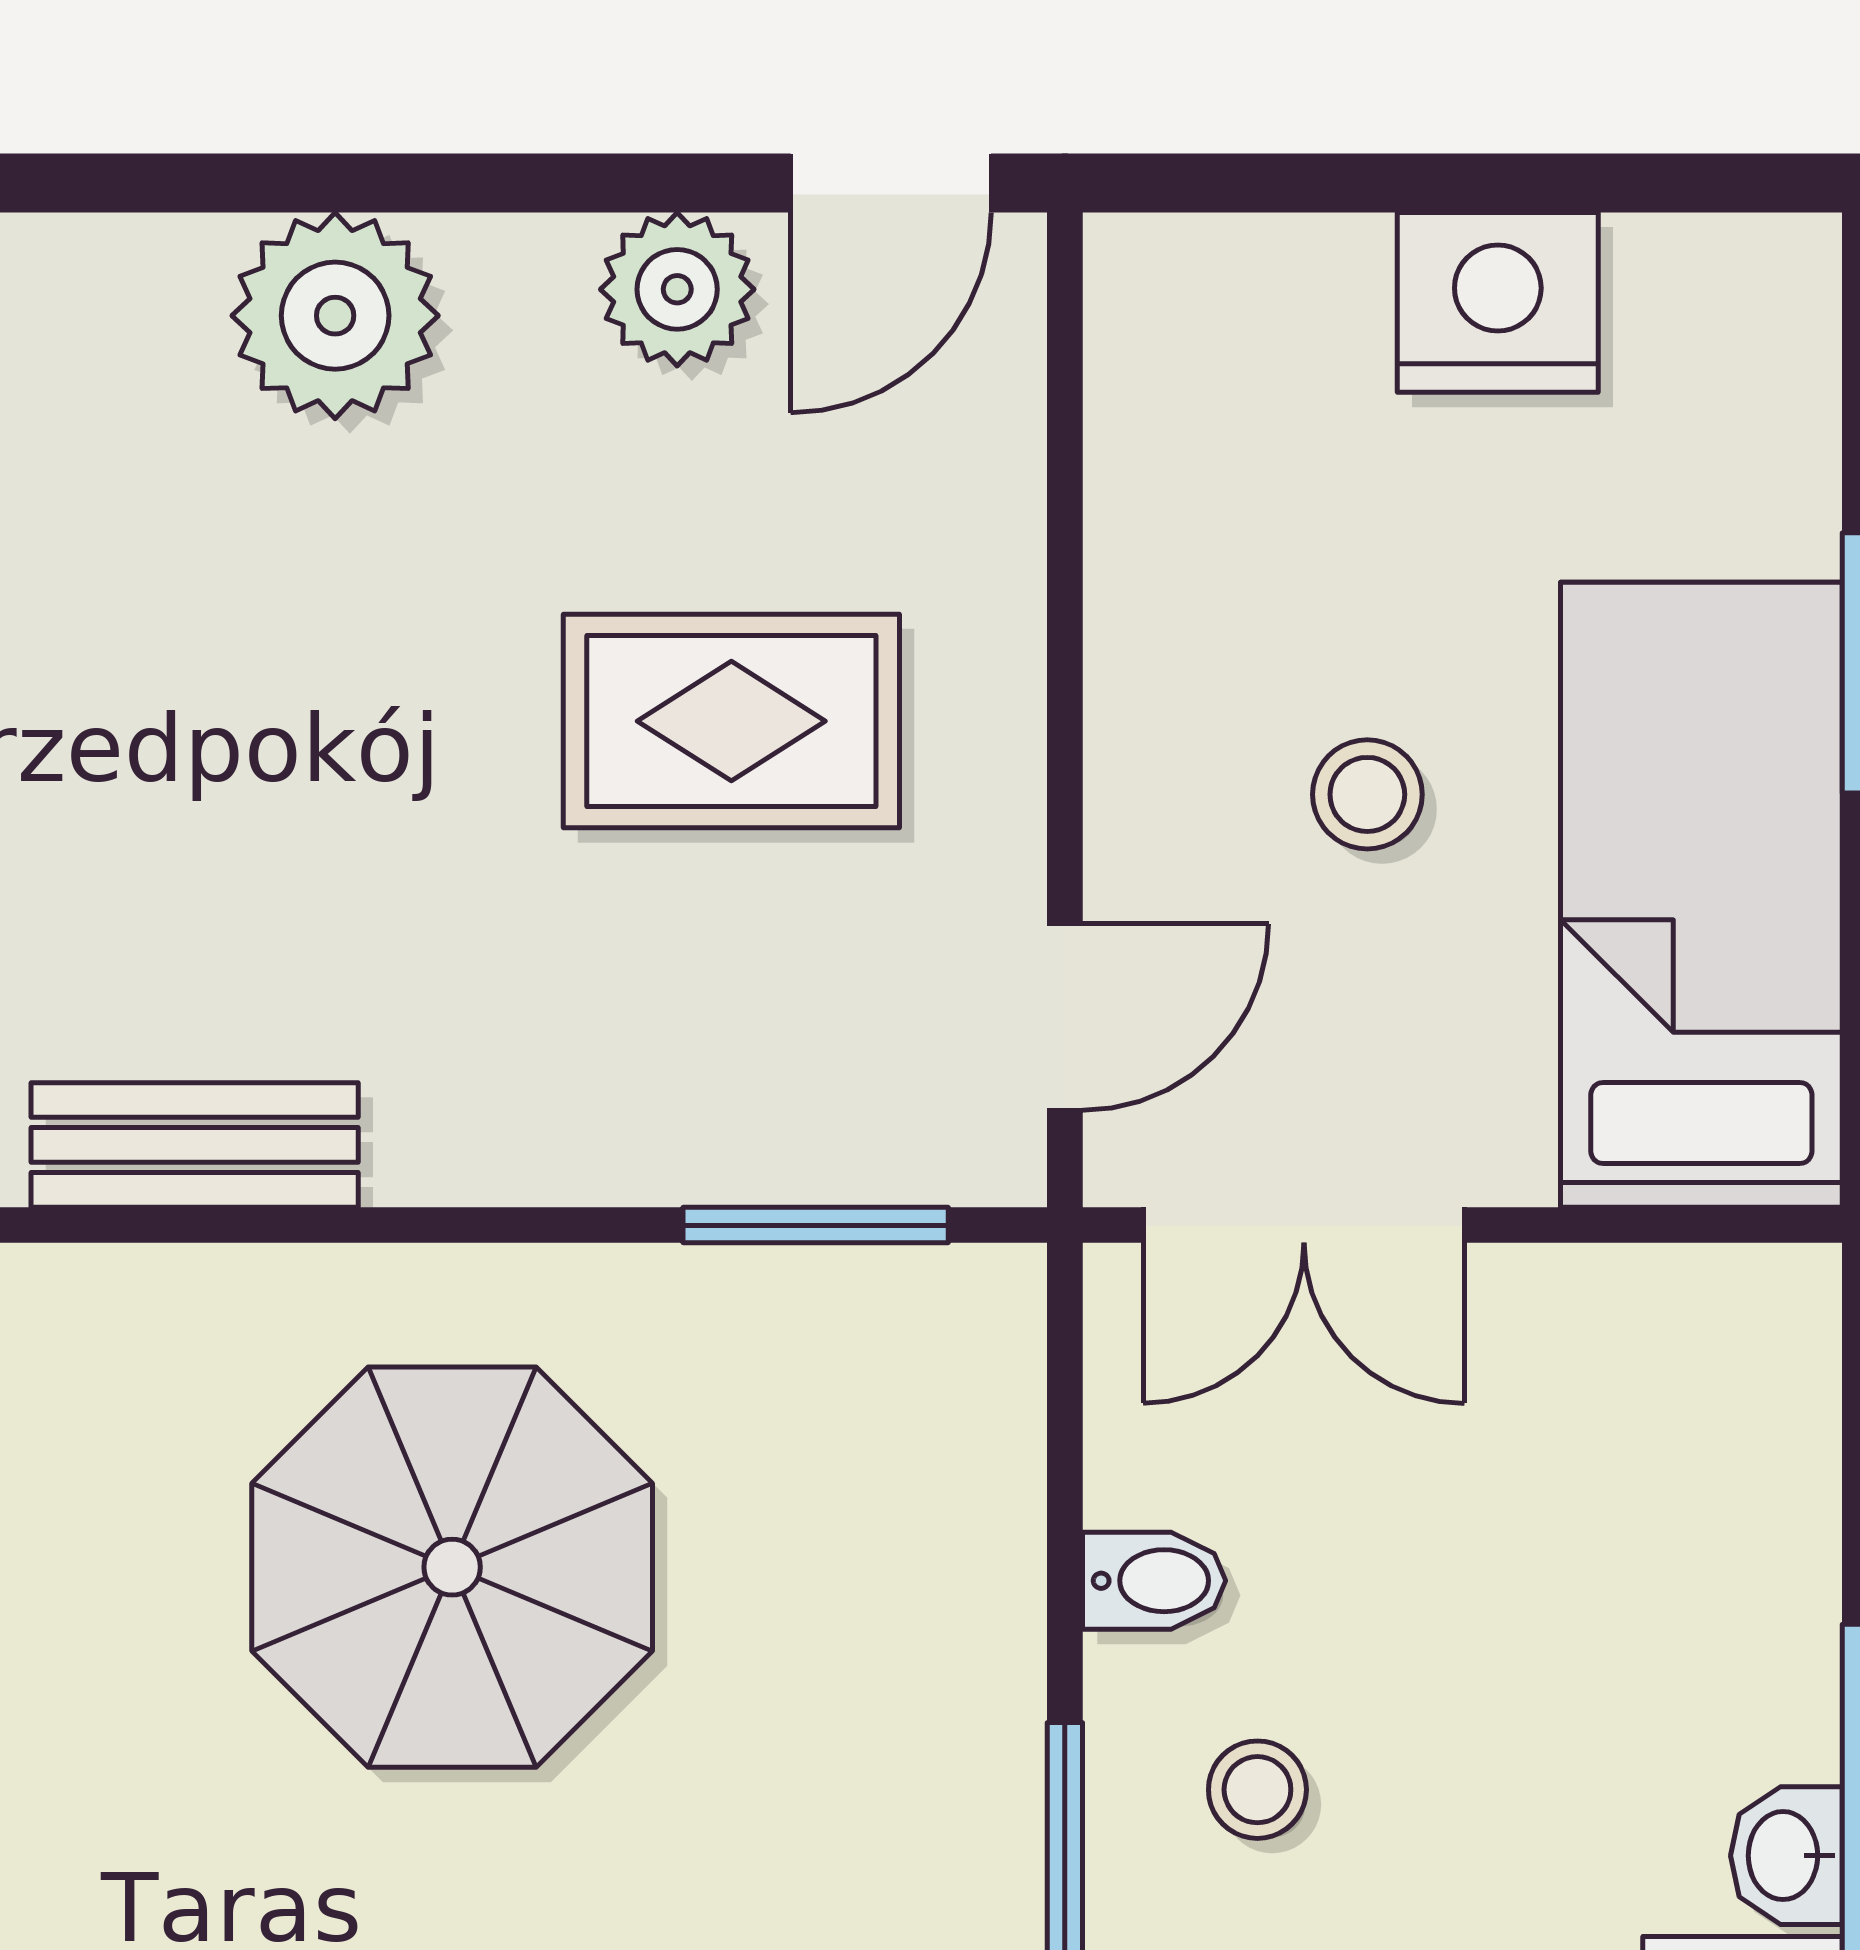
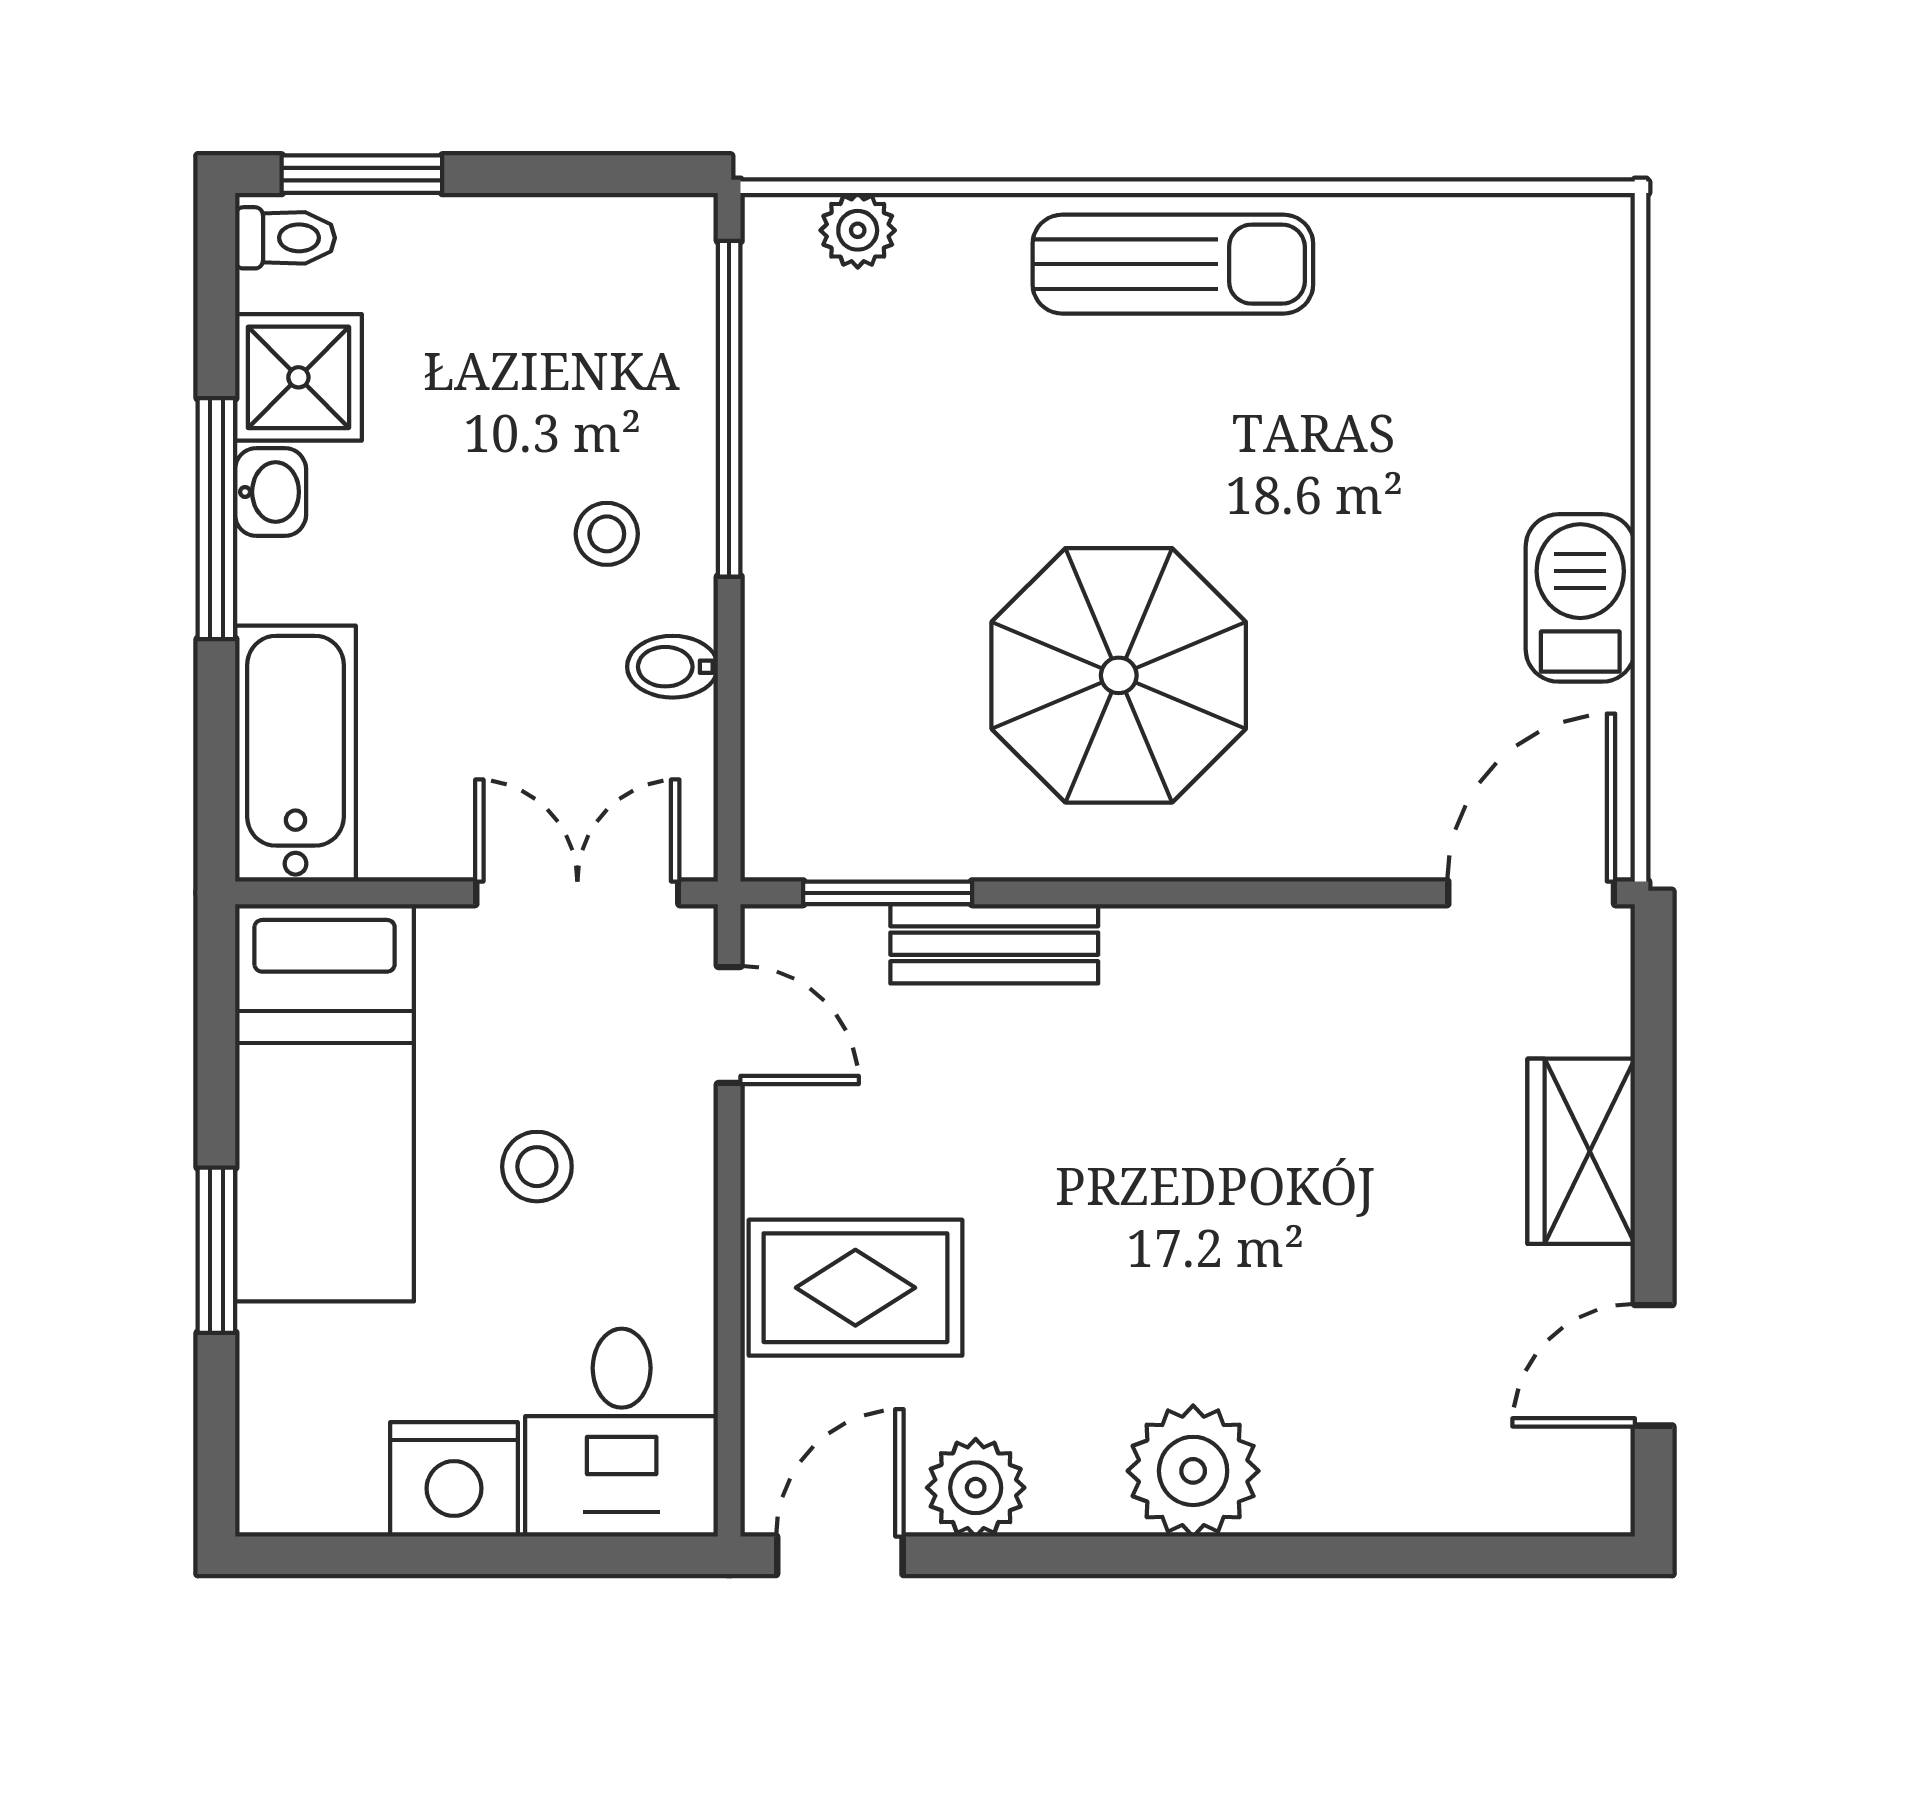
desk: (1234, 376) -> (622, 1433), added
rug: (731, 721) -> (855, 1288), moved
door: (1065, 1017) -> (729, 1025), swing flipped
bench: (195, 1145) -> (994, 944), moved
bathtub: (1747, 1444) -> (296, 754), added

